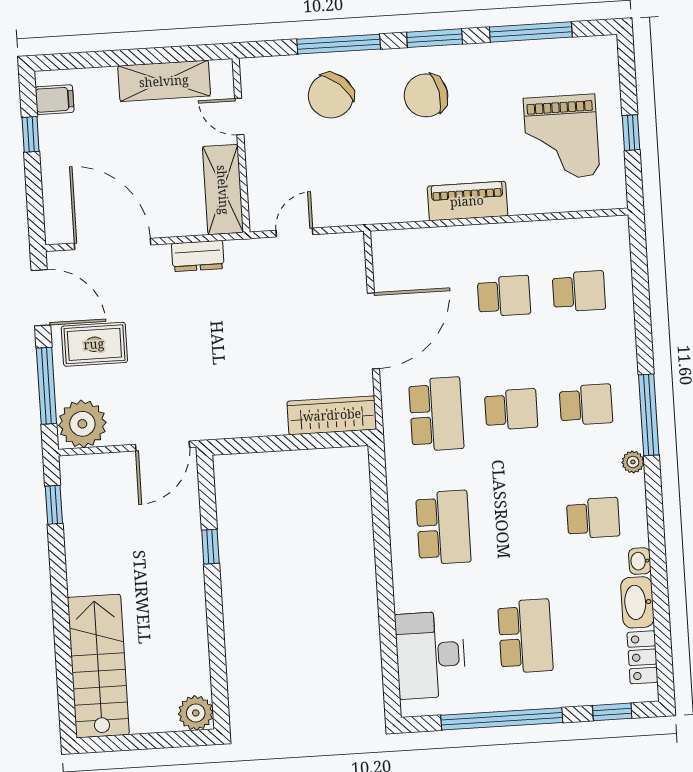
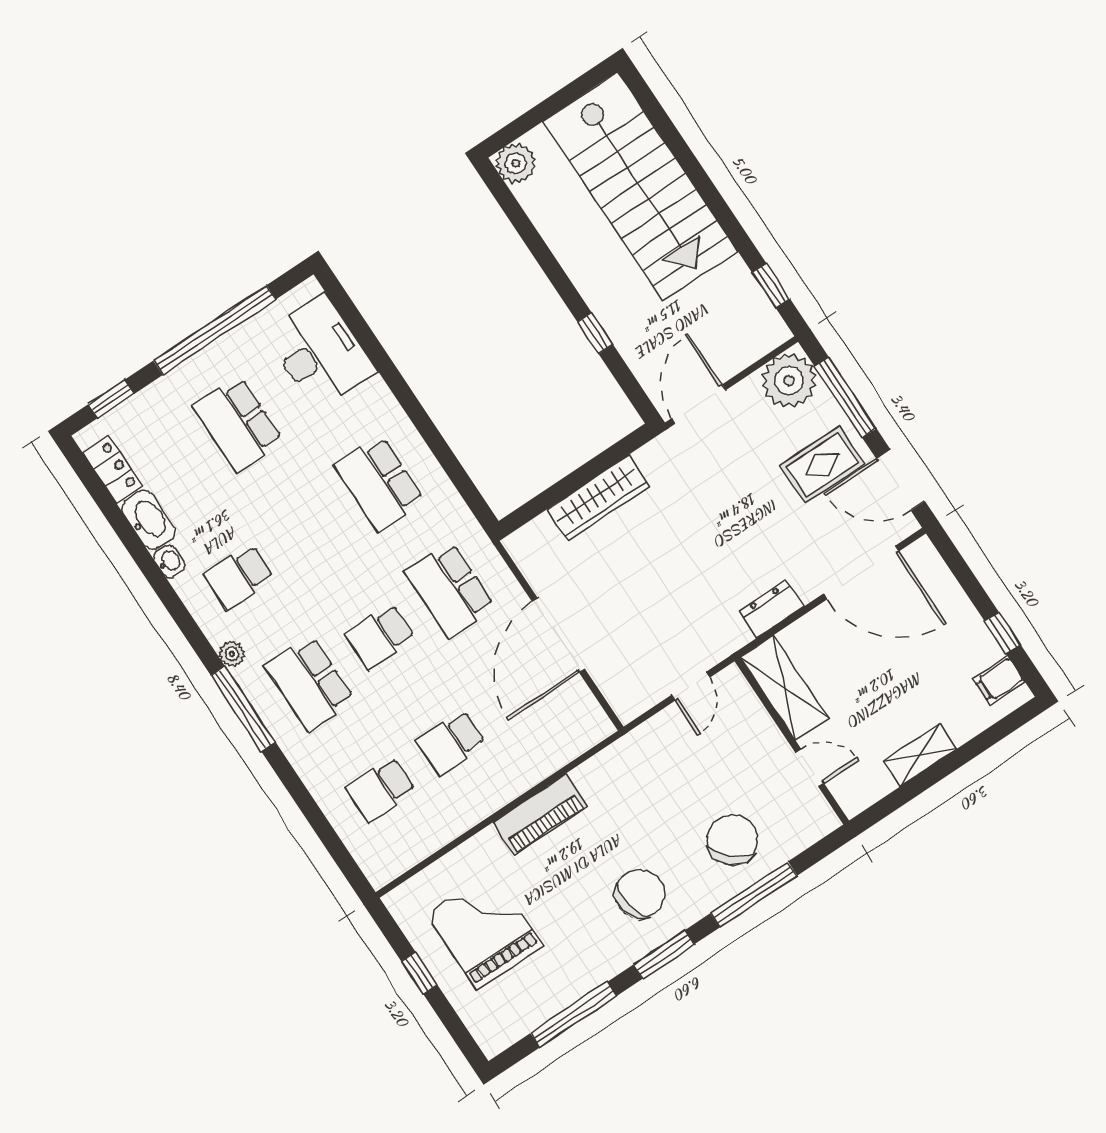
shelving: (164, 81) -> (920, 755), width x0.67, depth x0.75
school desk: (586, 405) -> (310, 683), width x1.85
wardrobe: (332, 415) -> (598, 498), moved
stairs: (98, 666) -> (640, 186), width x1.36, depth x1.51

